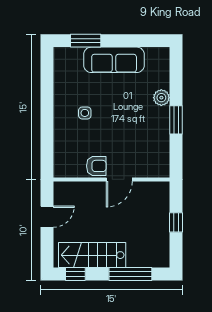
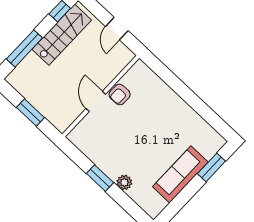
side table: (85, 113) -> (163, 121), removed
window: (176, 222) -> (30, 113), width x1.50

